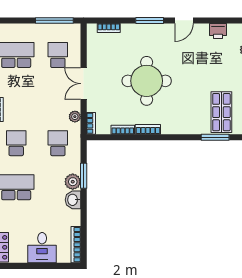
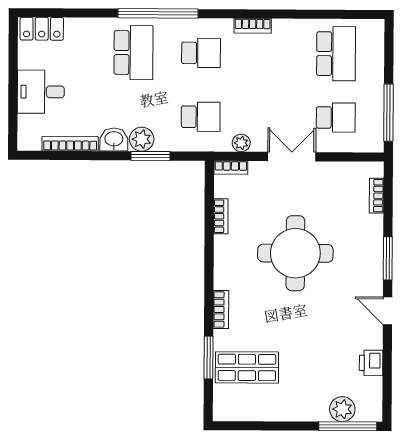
bookcase: (148, 129) -> (221, 309), moved
bookcase: (76, 245) -> (70, 144), moved

